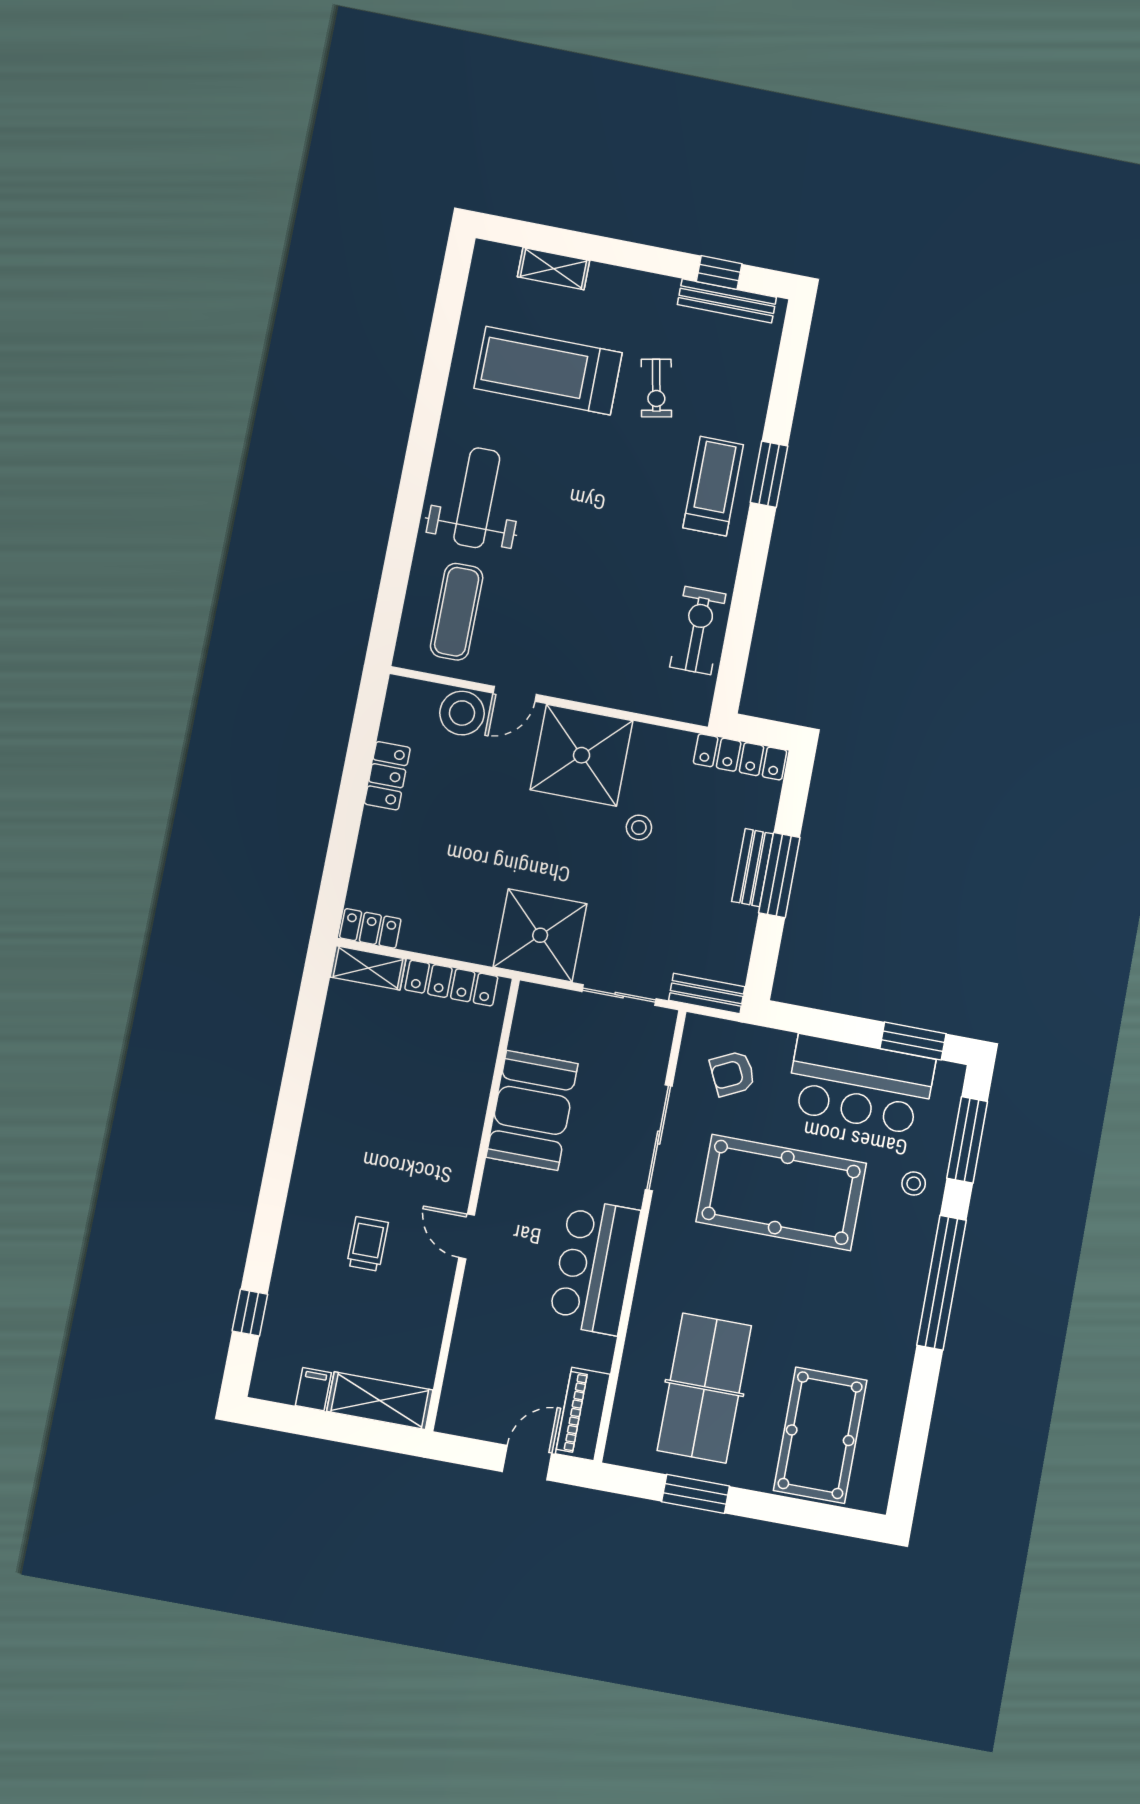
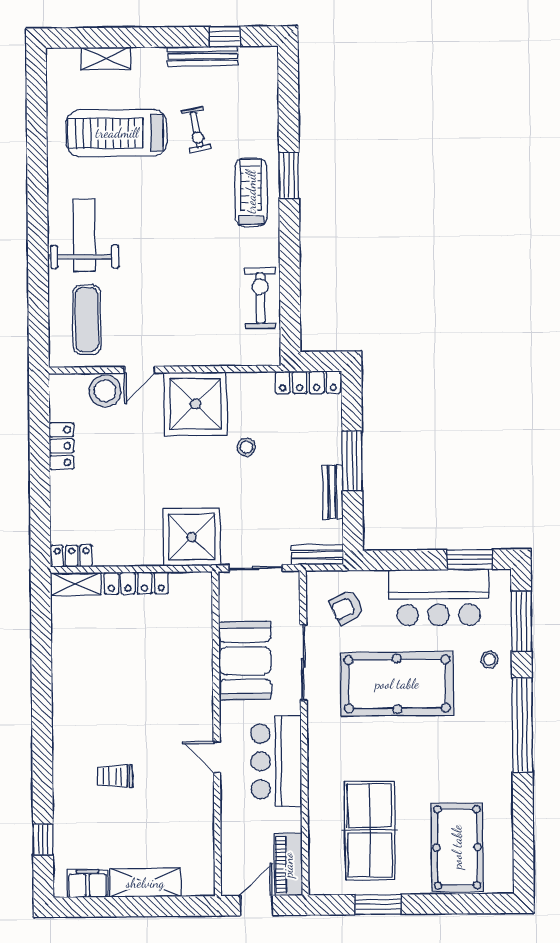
bench: (727, 301) -> (203, 56), moved
bench: (753, 868) -> (333, 492), moved
booth: (532, 1110) -> (245, 661), moved
wall: (473, 1204) -> (217, 734), moved
door: (467, 1236) -> (217, 757), moved
trolley: (368, 1244) -> (115, 776), turned -90
filing cabinet: (313, 1389) -> (88, 884), width x2.00

